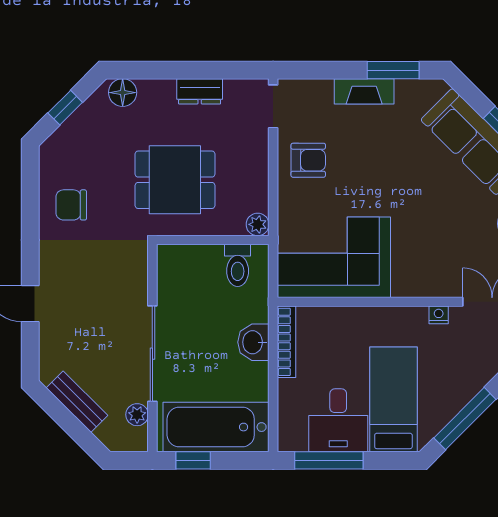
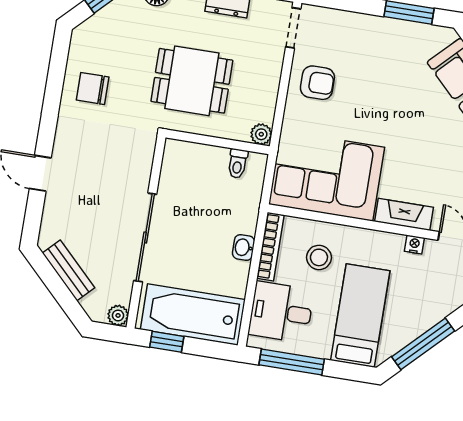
fireplace: (364, 91) -> (404, 214), moved, turned 180
toilet: (238, 265) -> (238, 164), width x0.73, depth x0.72
washbasin: (253, 342) -> (244, 247), width x0.72, depth x0.69
stool: (340, 345) -> (319, 257), added
plant: (137, 415) -> (118, 315), moved
desk: (338, 420) -> (281, 312), moved, turned 90

